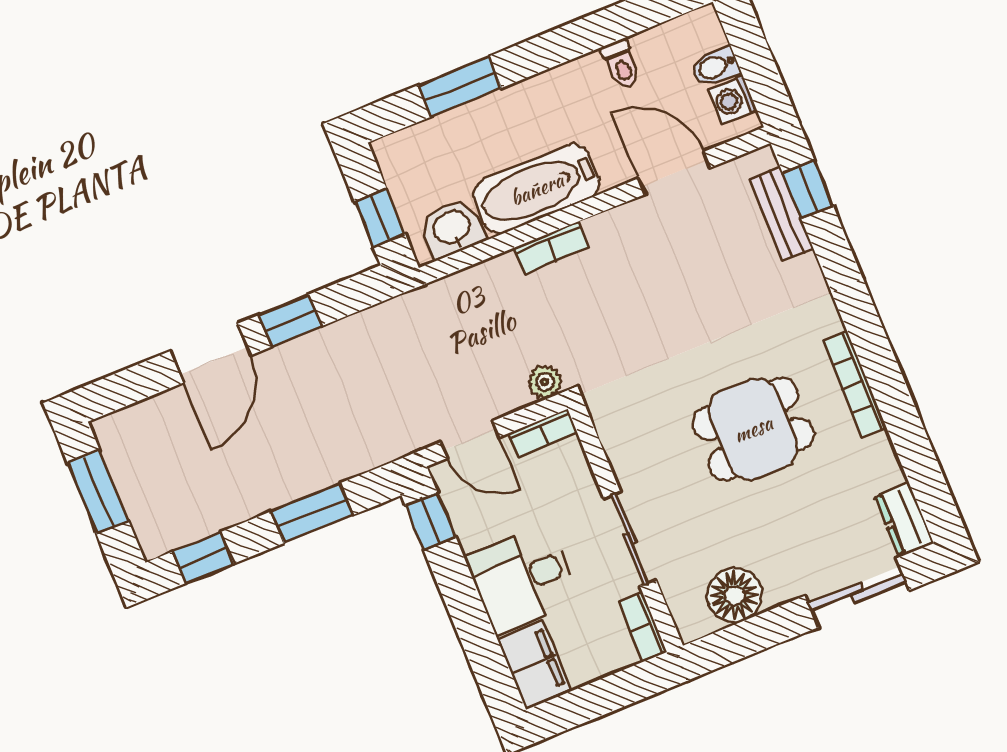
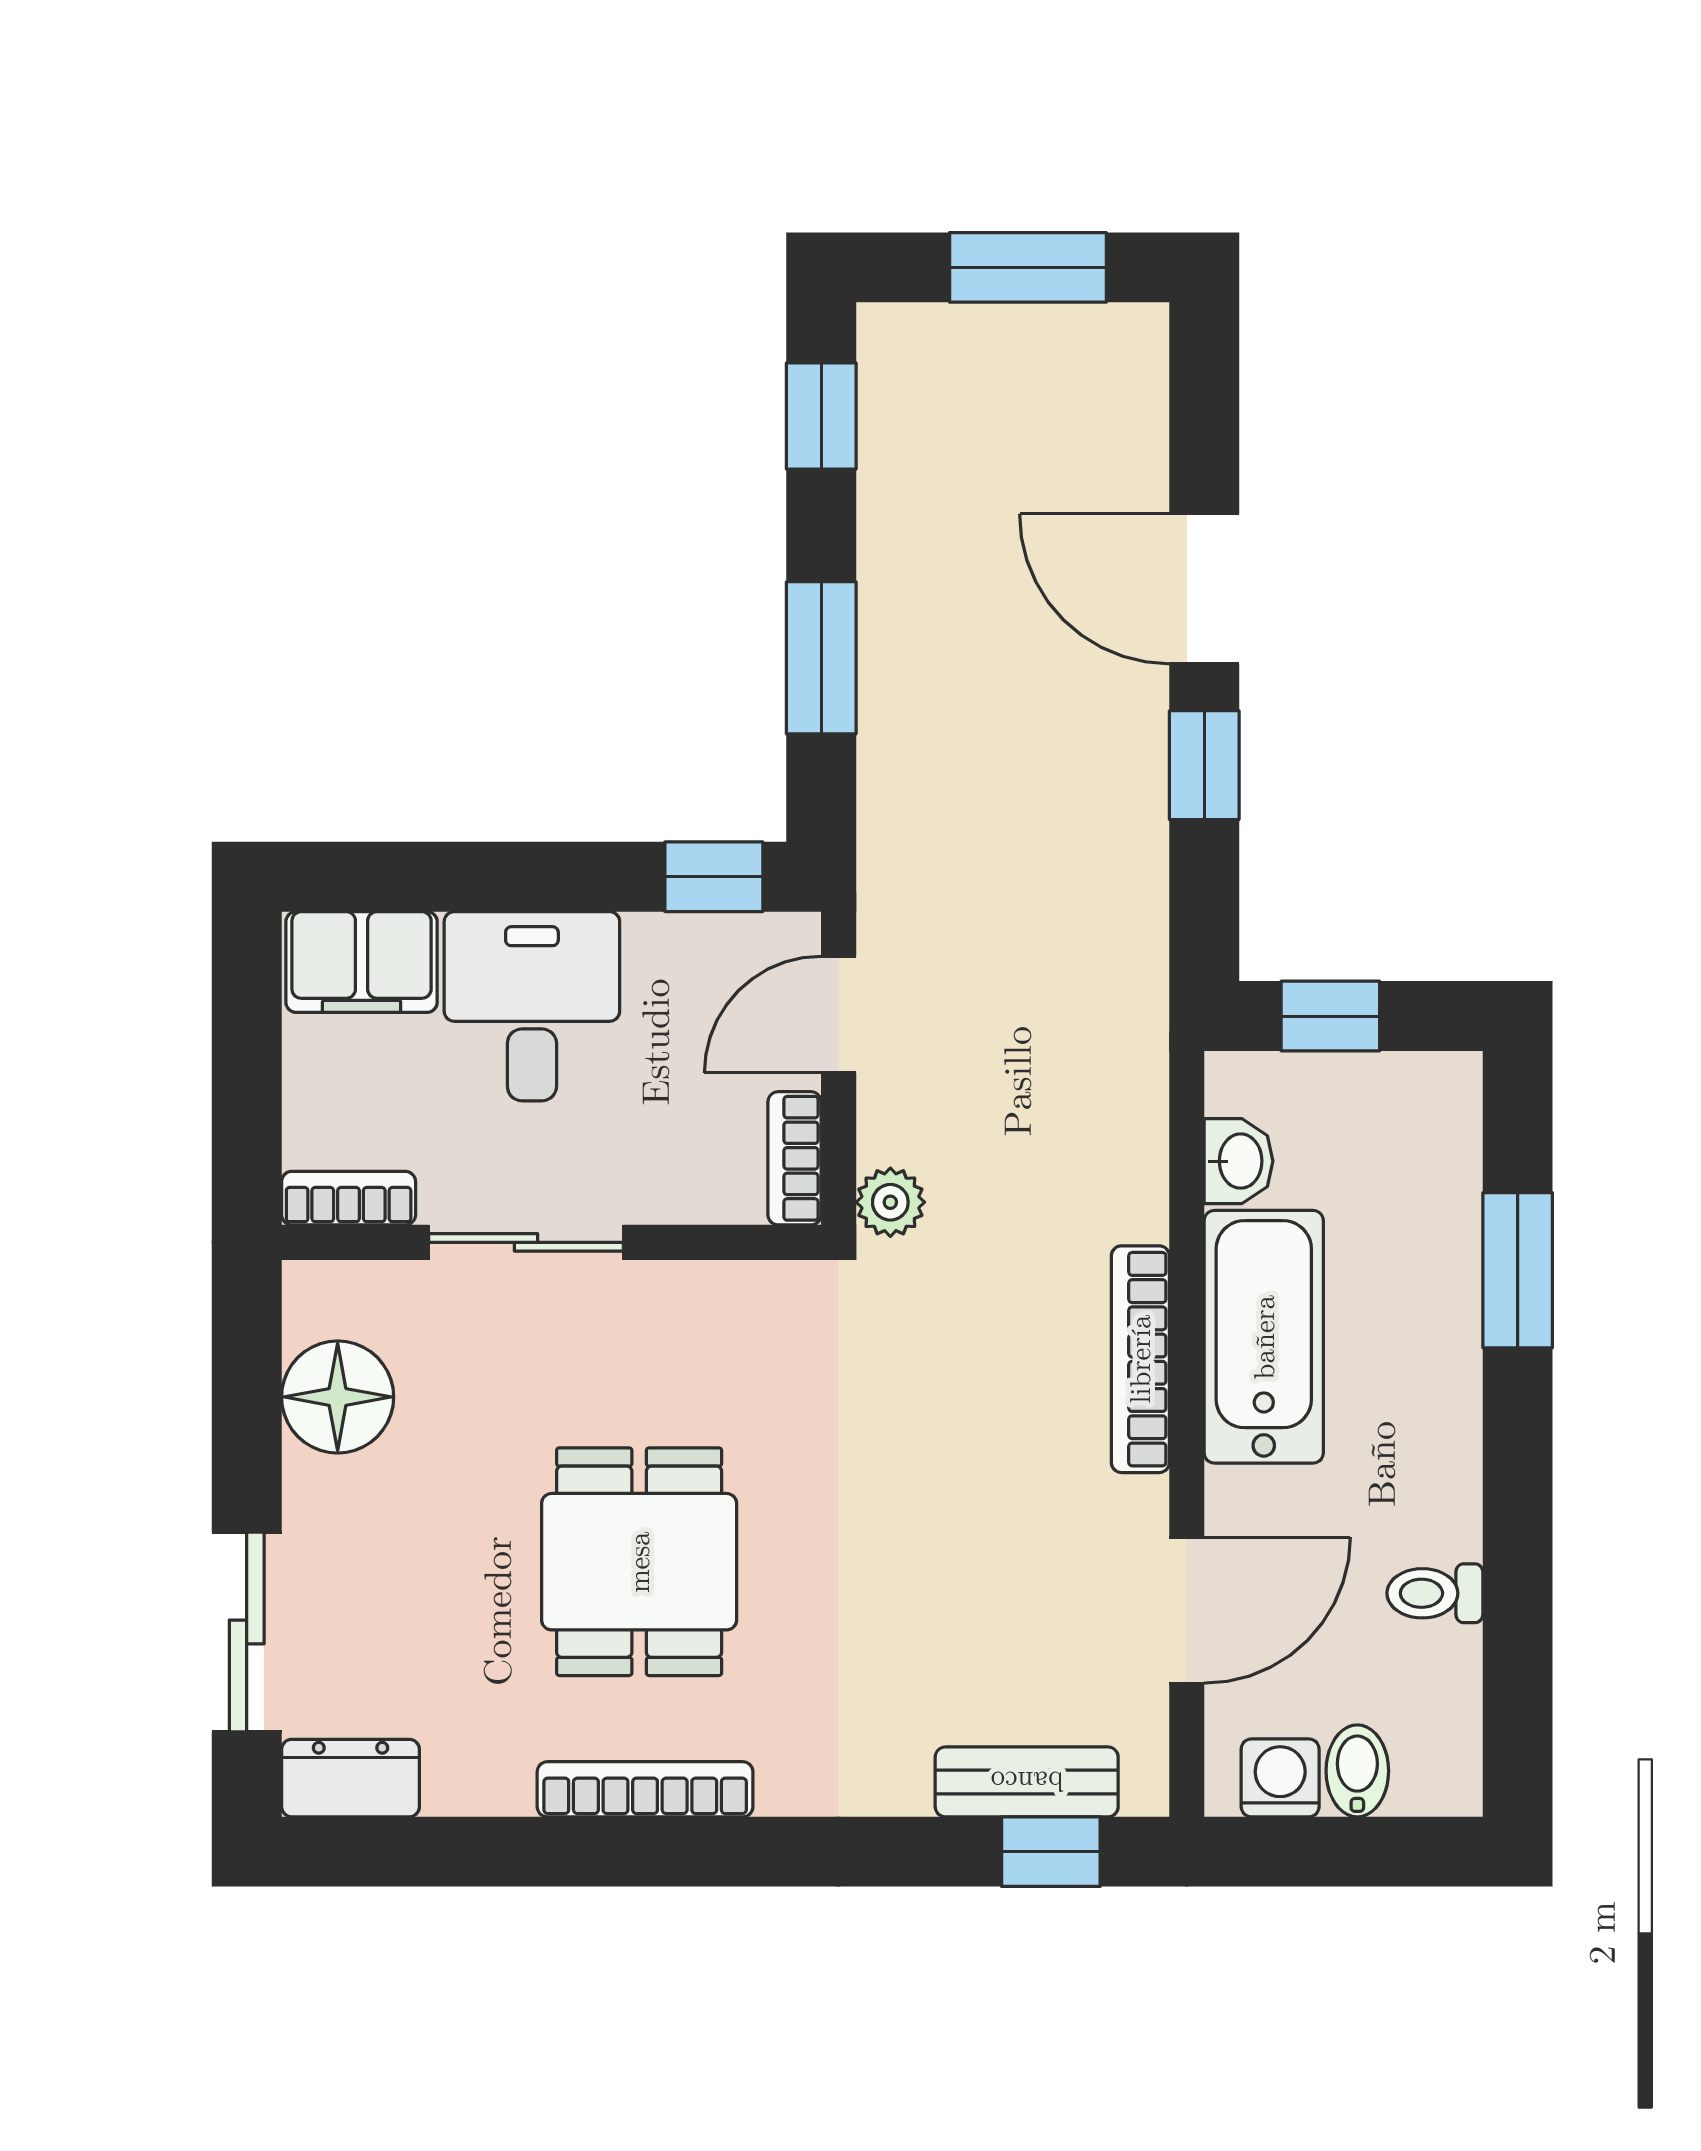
washbasin: (452, 228) -> (1239, 1161), width x0.72, depth x0.69
bookcase: (551, 248) -> (1140, 1359), width x1.56

